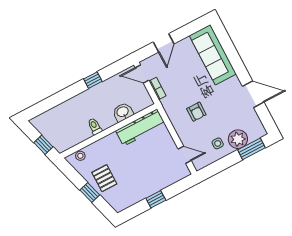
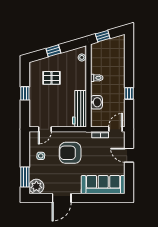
armchair: (196, 112) -> (70, 153), width x1.88, depth x1.88
plant: (238, 139) -> (36, 186), moved
pallet: (104, 178) -> (51, 78), moved

